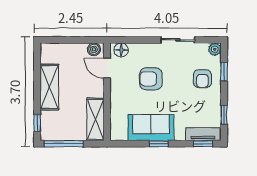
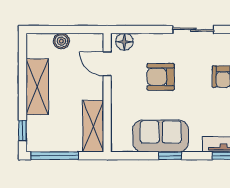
boiler: (94, 49) -> (61, 41), moved

